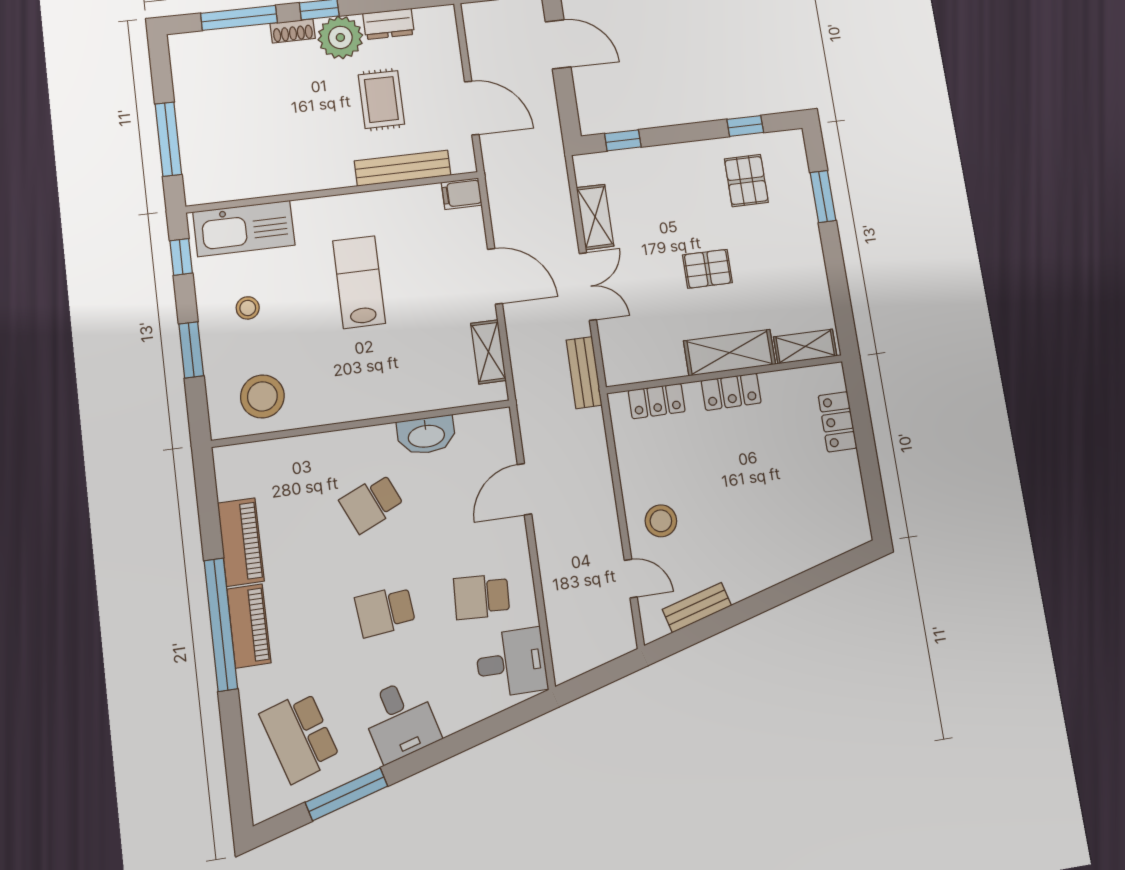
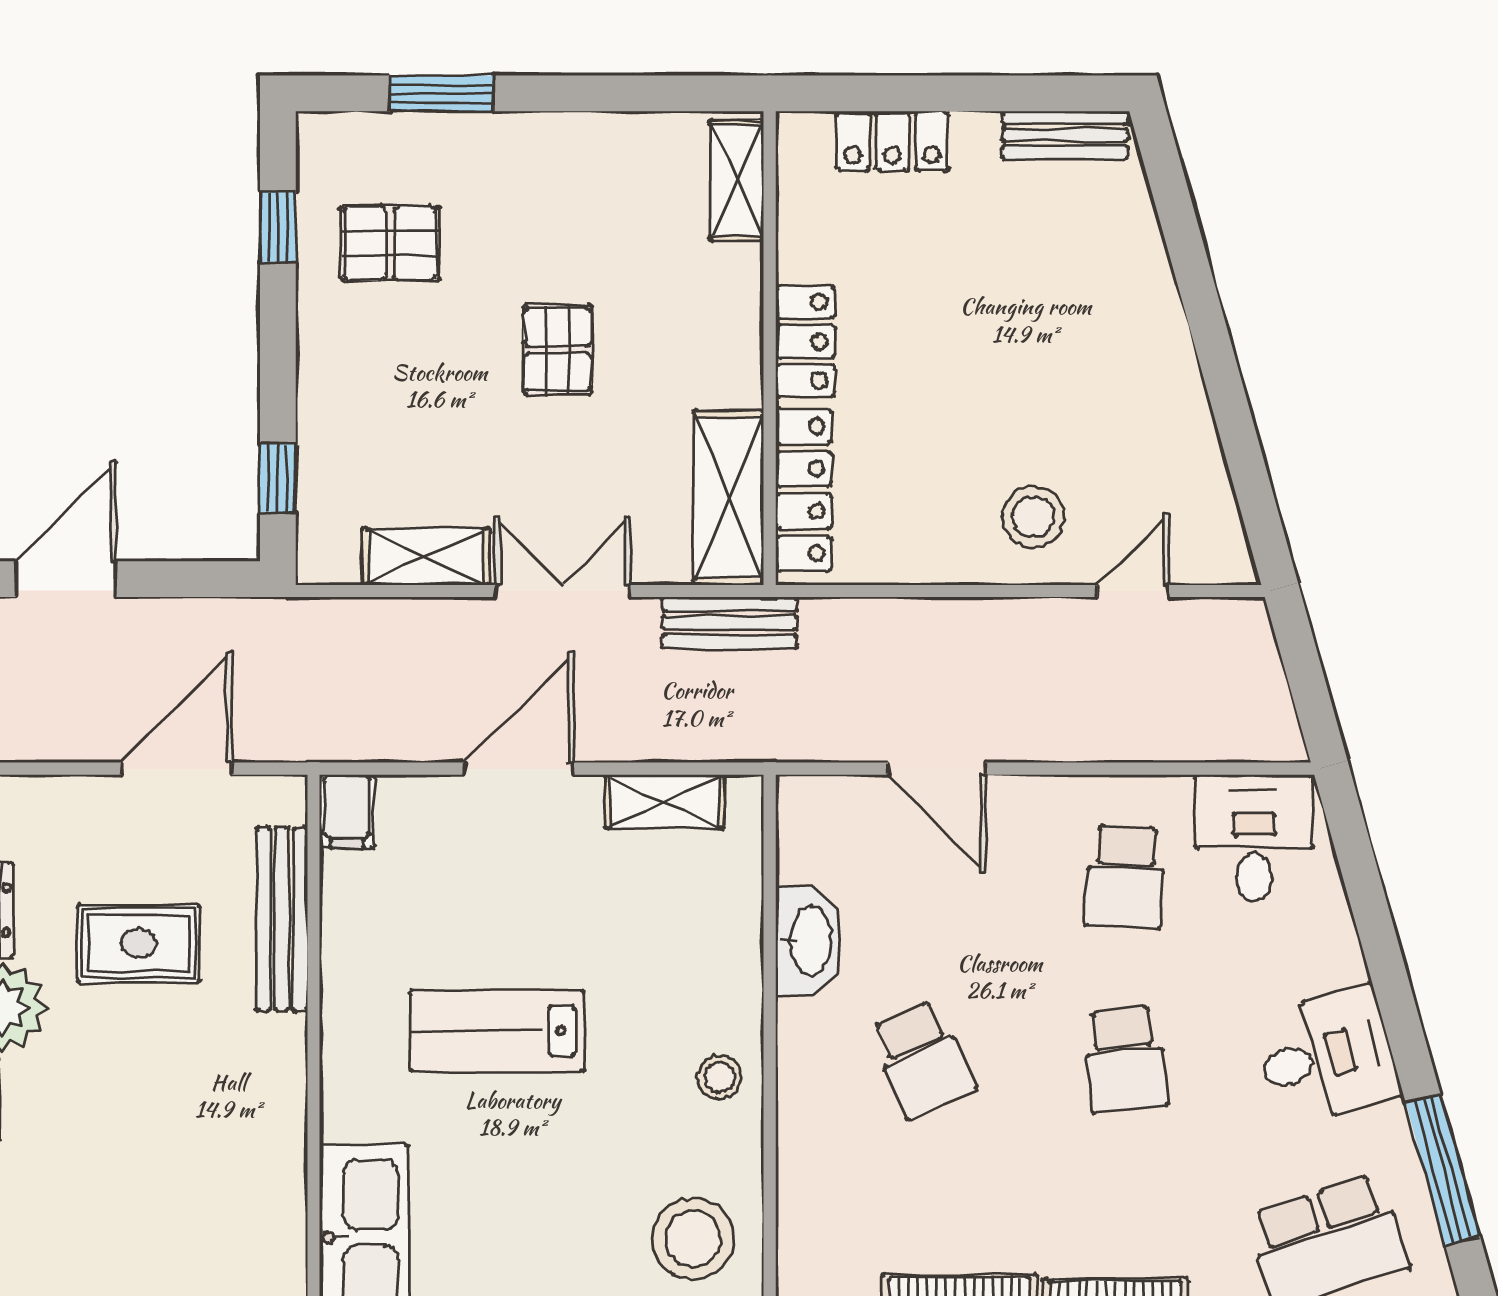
stool: (248, 308) -> (719, 1077), moved
shelving: (729, 353) -> (729, 498), moved
locker: (657, 401) -> (804, 490), width x1.53
bench: (697, 608) -> (1065, 135), moved, turned -74

